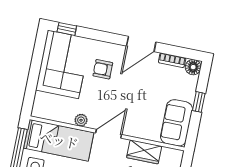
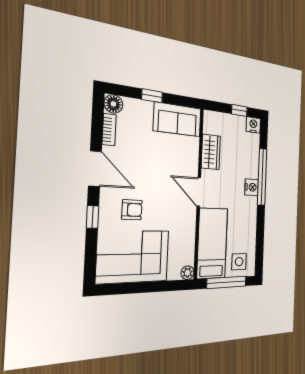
window: (67, 29) -> (92, 217), moved
armchair: (103, 69) -> (132, 210), turned -89
plant: (81, 120) -> (188, 273), moved

